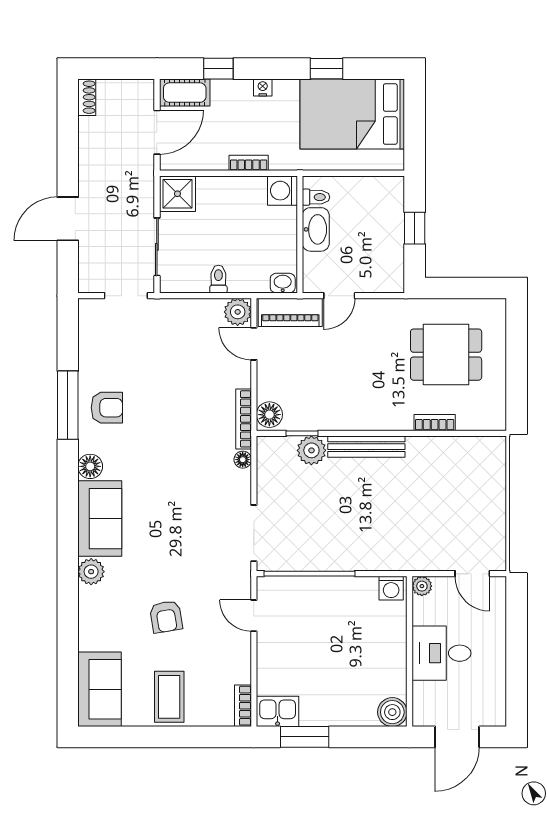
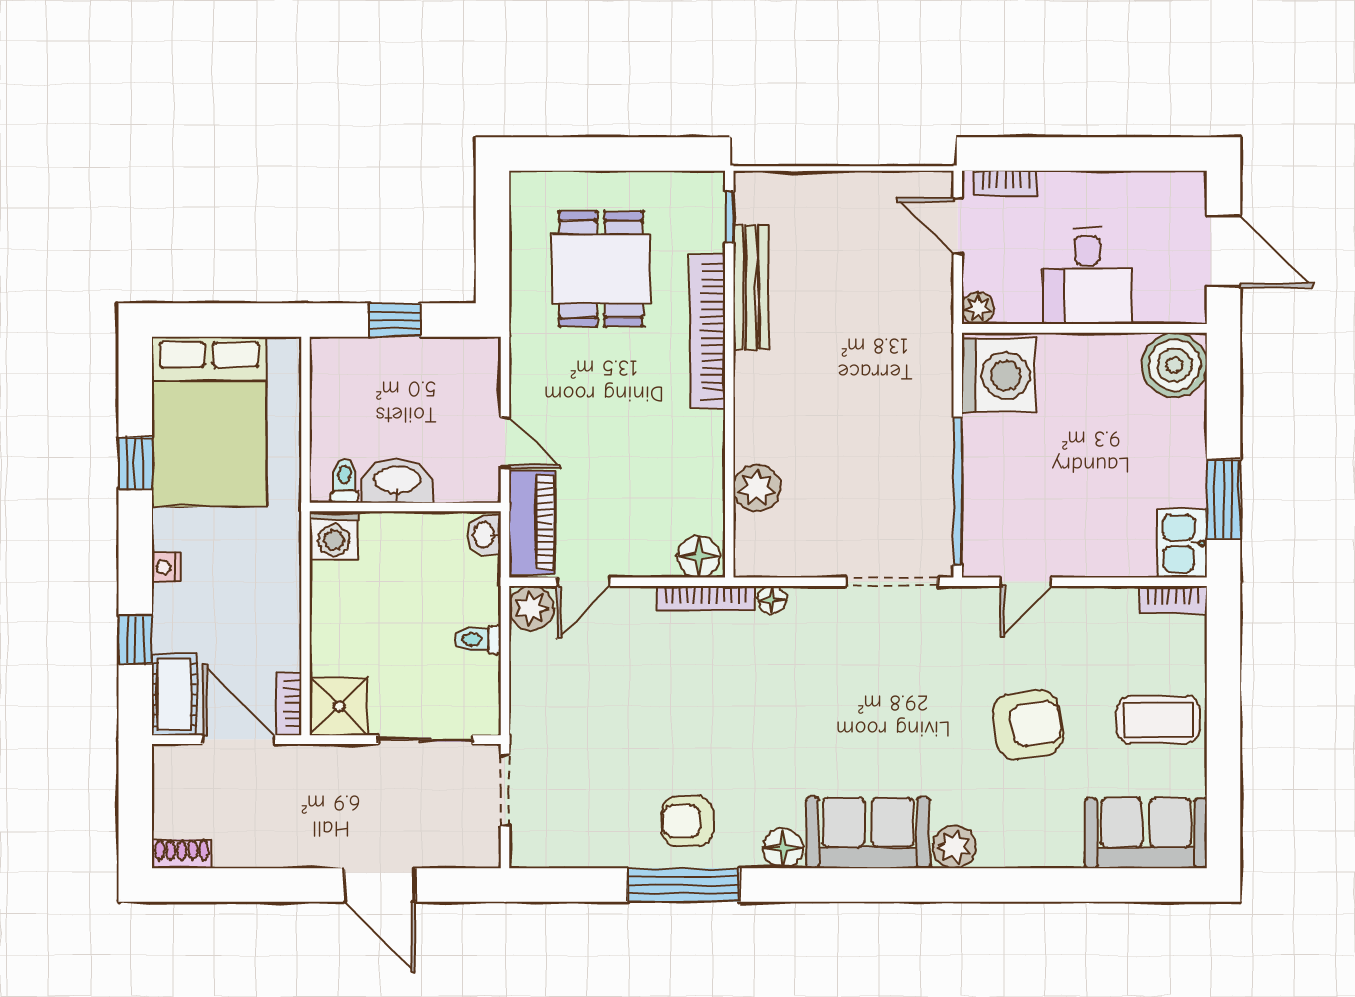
bookcase: (249, 163) -> (289, 704), moved
armchair: (107, 408) -> (687, 821), turned -90
bookcase: (435, 423) -> (708, 331), width x2.31, depth x1.31
window: (302, 433) -> (729, 217), moved
bench: (366, 447) -> (751, 287), moved
door: (472, 574) -> (958, 226), swing flipped
washing machine: (391, 588) -> (999, 376), width x1.89, depth x1.89
bookcase: (499, 603) -> (1005, 183), added
armchair: (166, 617) -> (1028, 725), width x1.38, depth x1.38
boiler: (392, 712) -> (1174, 365), width x1.37, depth x1.37

